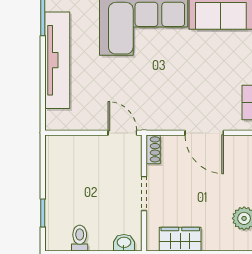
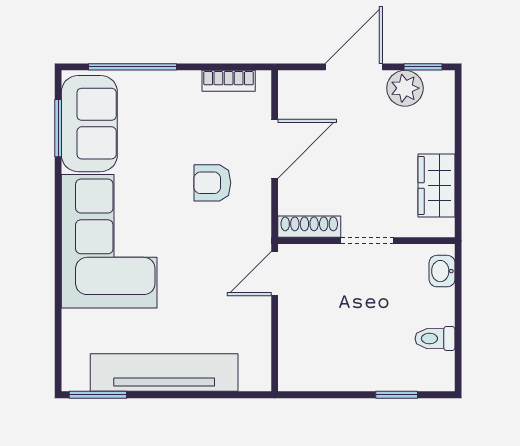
armchair: (182, 92) -> (212, 183), added
shoe rack: (153, 149) -> (309, 227), width x1.43

